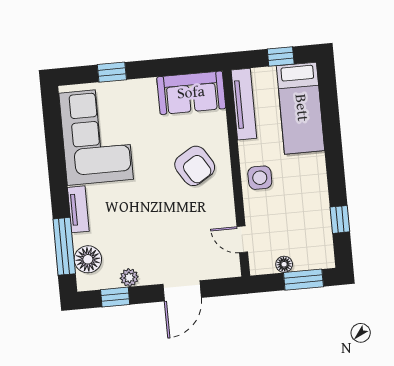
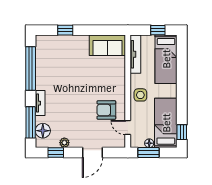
corner sofa: (96, 136) -> (54, 64), removed
window: (55, 148) -> (31, 68), added
armchair: (195, 166) -> (106, 110), moved, turned 122
window: (340, 219) -> (182, 132), moved
bed: (311, 224) -> (166, 123), added
window: (303, 280) -> (148, 153), moved

